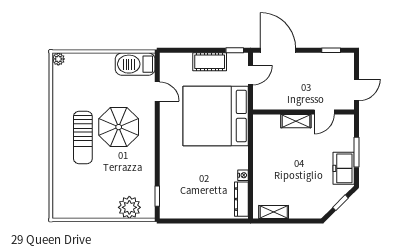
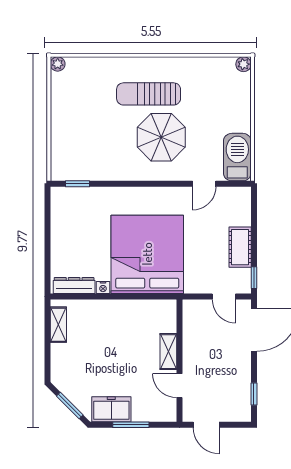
bed: (216, 116) -> (147, 254), moved
window: (341, 203) -> (70, 405), width x1.50
plant: (129, 207) -> (58, 64), moved, width x0.53, depth x0.53

